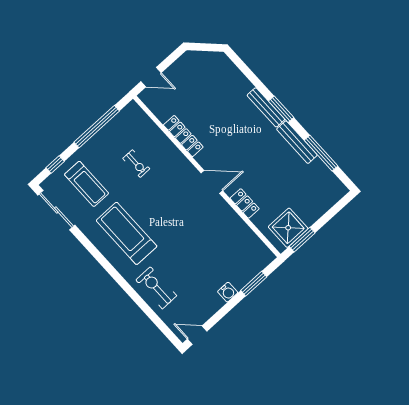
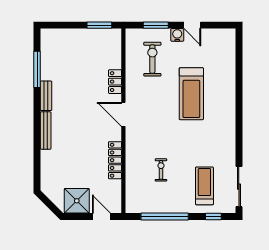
window: (281, 109) -> (37, 121), removed
bench: (297, 142) -> (46, 96), width x0.73
shower: (288, 228) -> (77, 201), moved
treadmill: (127, 233) -> (191, 94), moved
exercise bike: (156, 288) -> (152, 59), moved, turned 180
door: (197, 335) -> (192, 25), moved

